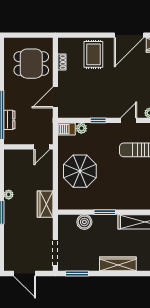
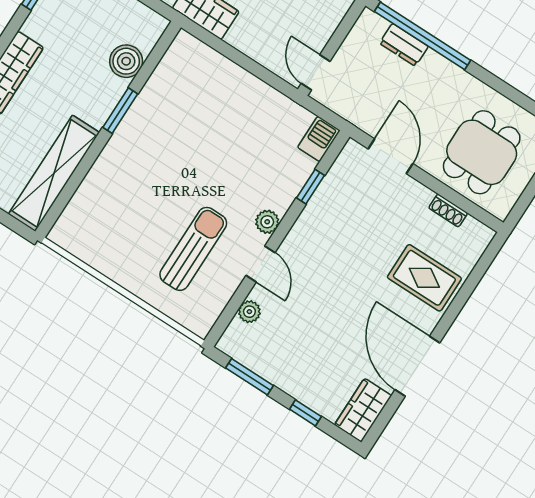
window: (98, 120) -> (311, 187), moved
plant: (81, 128) -> (267, 222), moved
parasol: (80, 171) -> (225, 114), removed

